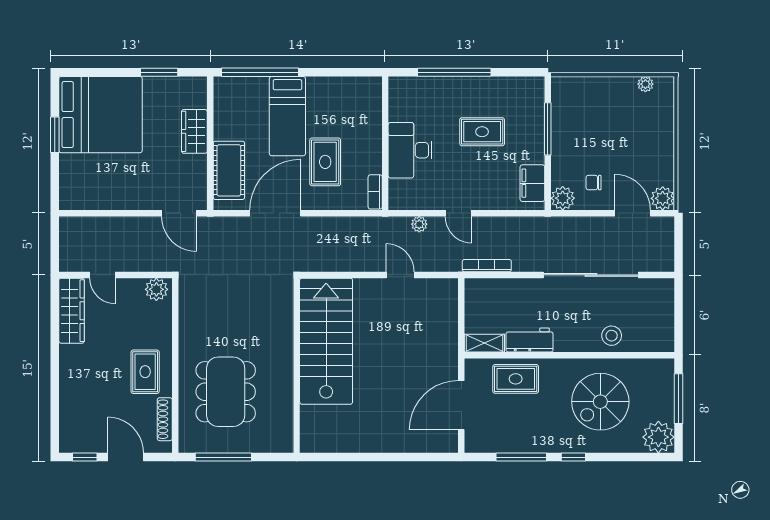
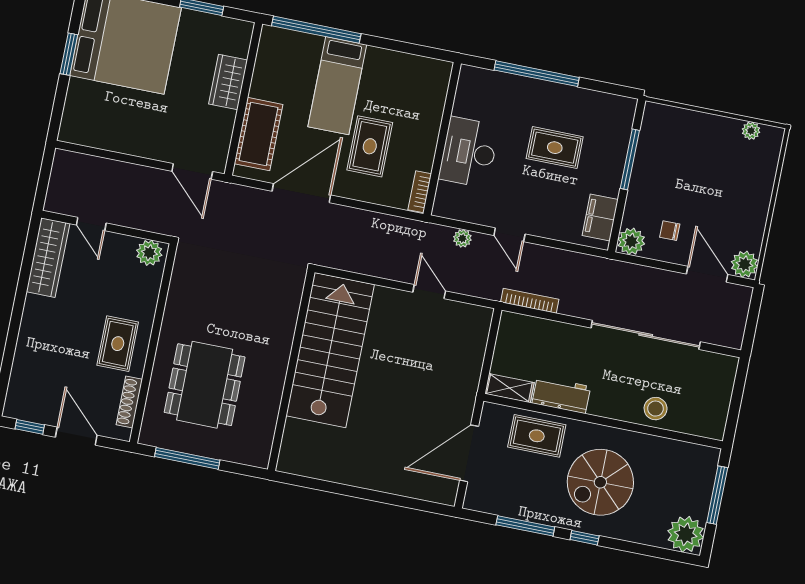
spiral stairs: (600, 402) -> (600, 482), moved

